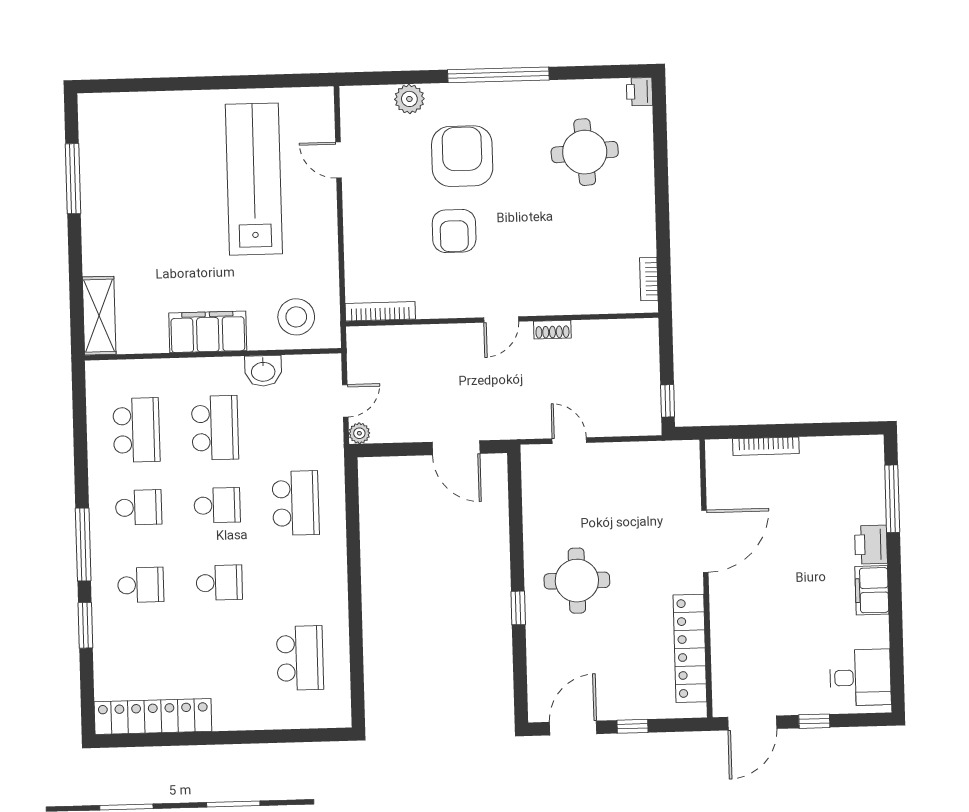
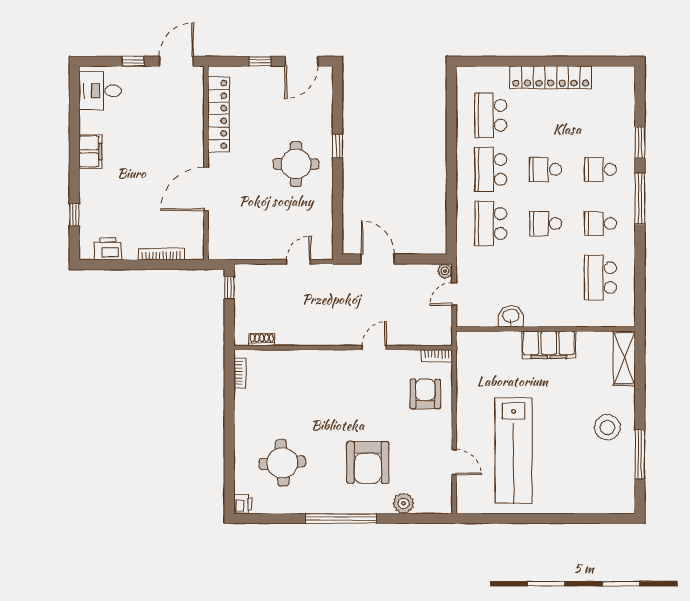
armchair: (454, 231) -> (425, 394), moved
bookcase: (380, 311) -> (437, 356), width x0.64
stool: (296, 317) -> (607, 427), moved
door: (501, 319) -> (374, 348), moved
shoe rack: (552, 330) -> (262, 340), moved
school desk: (215, 428) -> (491, 169), moved
door: (569, 441) -> (299, 262), swing flipped
window: (892, 499) -> (74, 215), width x0.46
printer: (871, 545) -> (108, 249), moved, turned -90
locker: (153, 717) -> (551, 77), moved

